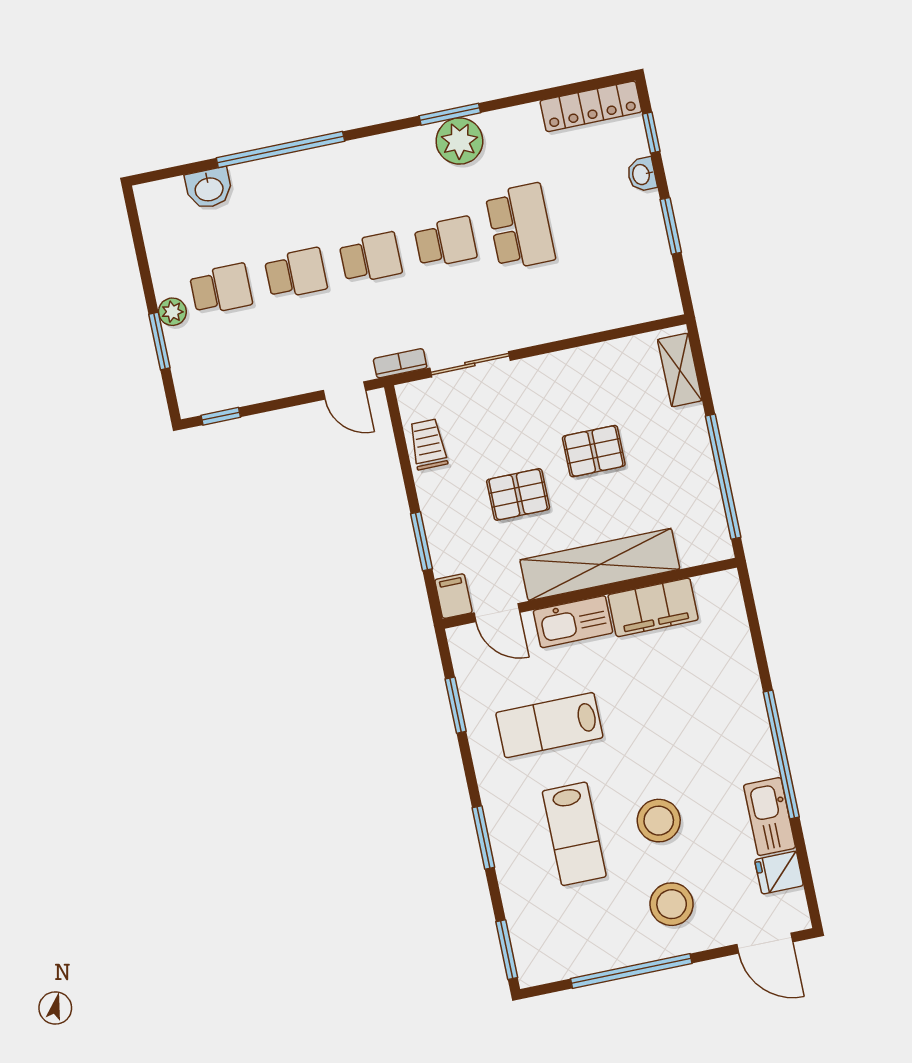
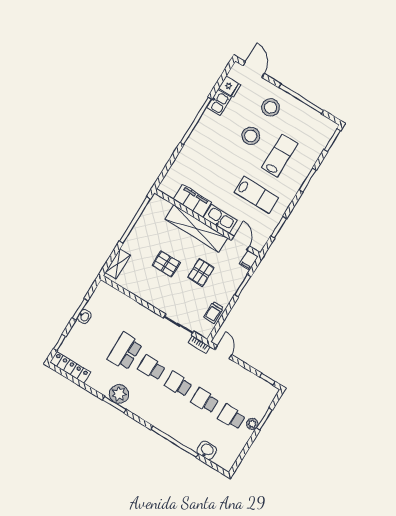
washbasin: (642, 174) -> (84, 316), moved
pallet: (518, 494) -> (201, 272), turned 90
kitchen sink: (769, 817) -> (219, 102), width x0.73

